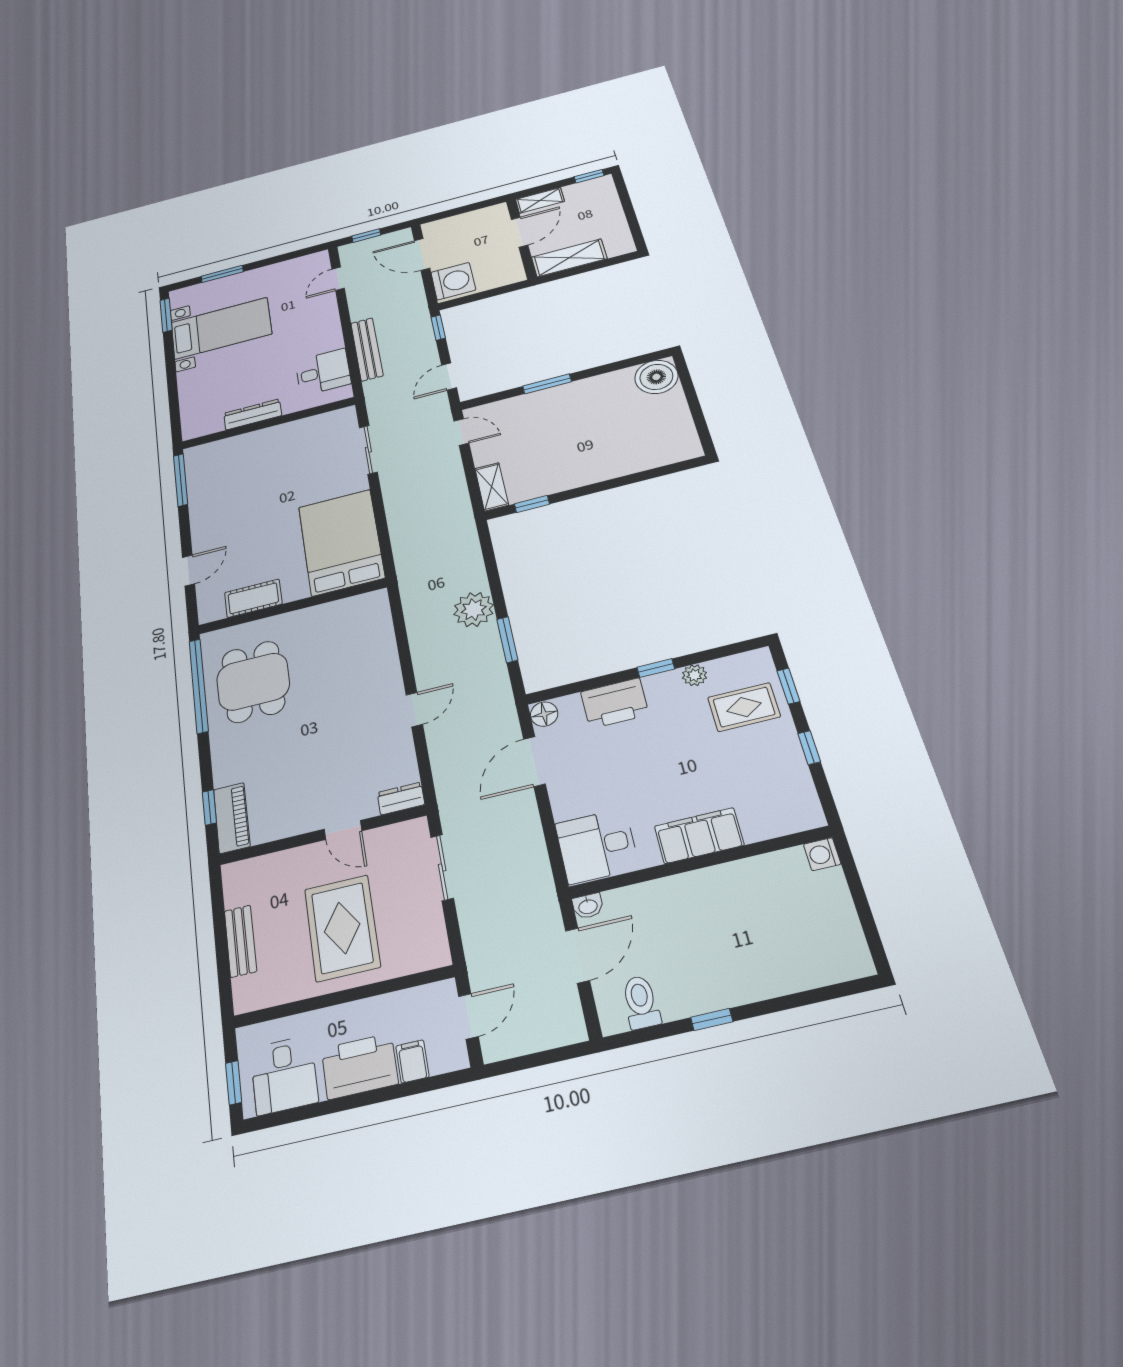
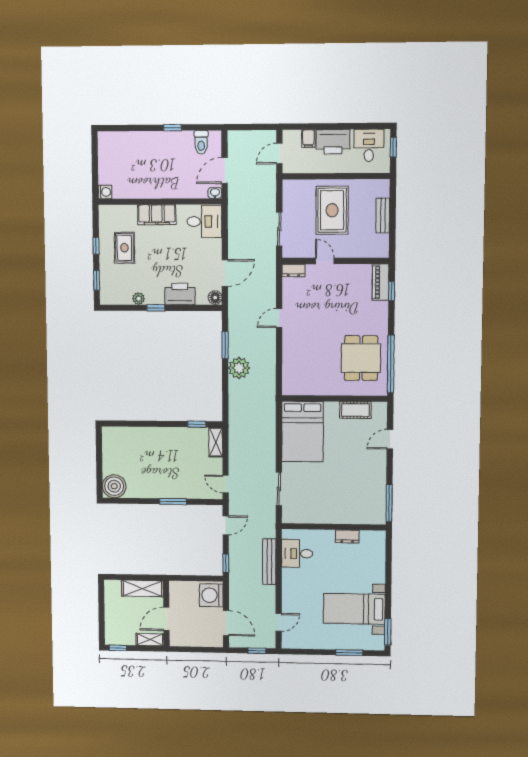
dresser: (253, 414) -> (347, 536), width x0.70
rug: (744, 707) -> (124, 248), moved, turned 90

